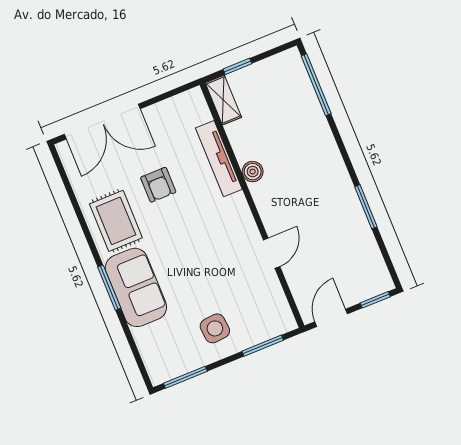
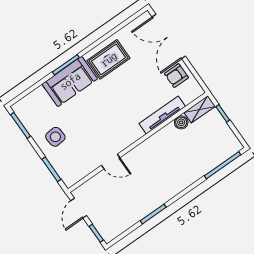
boiler: (253, 172) -> (181, 122), moved
armchair: (158, 185) -> (176, 76), moved
door: (331, 318) -> (79, 208), swing flipped

